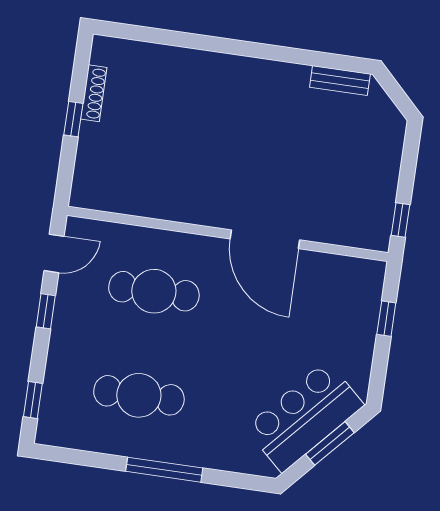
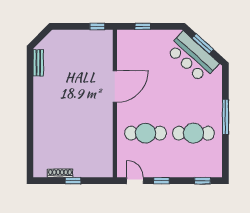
cafe table: (154, 291) -> (145, 133), turned 90
cafe table: (139, 395) -> (193, 133), turned 90

